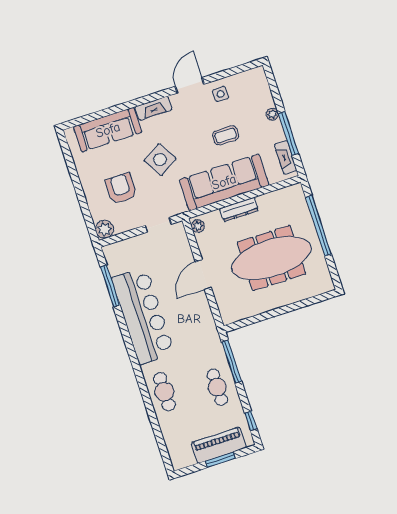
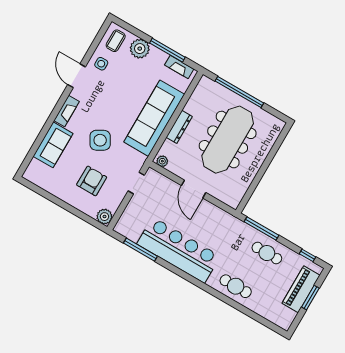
plant: (272, 114) -> (140, 49), width x1.87, depth x1.87
sofa: (108, 130) -> (53, 145), width x0.73
coffee table: (226, 135) -> (116, 41), moved
armchair: (121, 188) -> (92, 181), turned 90

